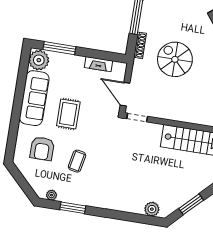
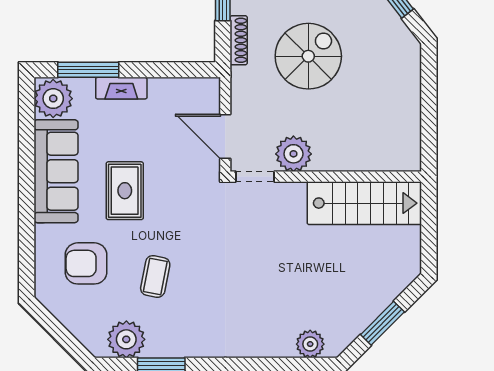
spiral stairs: (175, 59) -> (308, 56), turned 90
fireplace: (98, 64) -> (121, 88), moved
plant: (159, 109) -> (293, 154), added
armchair: (42, 149) -> (86, 263), turned 90
plant: (52, 195) -> (126, 339), width x1.88, depth x1.88

